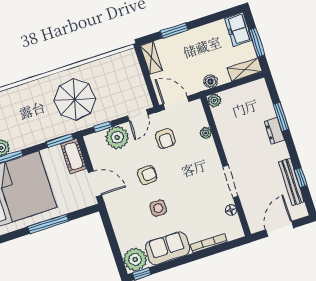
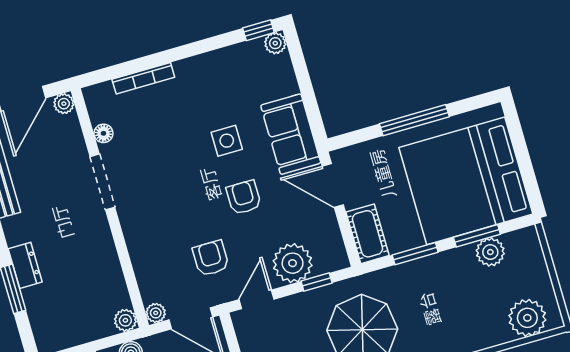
plant: (206, 133) -> (156, 313), moved
window: (60, 141) -> (415, 254), moved
armchair: (147, 175) -> (244, 197), turned 93
plant: (255, 227) -> (64, 104), added
sofa: (168, 248) -> (291, 134), moved, turned 90
plant: (135, 259) -> (275, 43), width x0.53, depth x0.53

